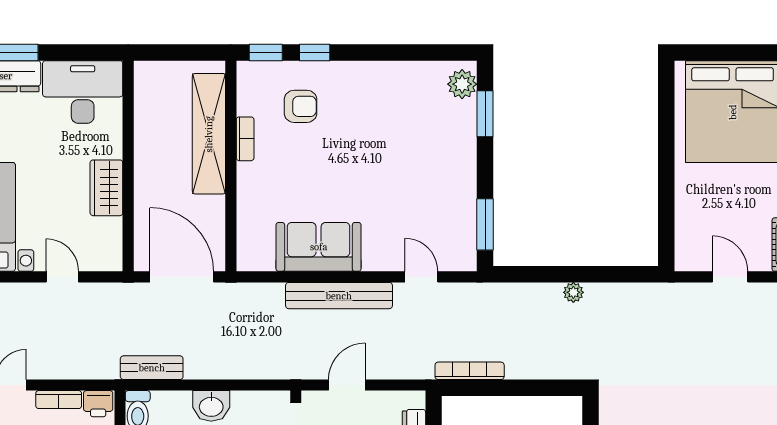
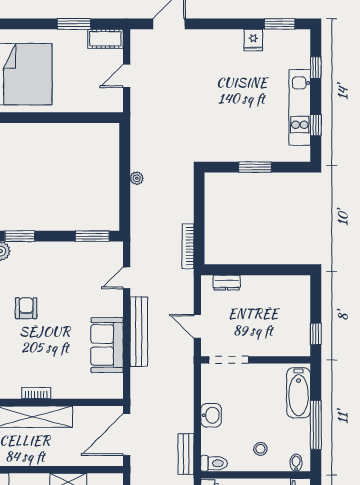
armchair: (301, 106) -> (26, 308), moved

